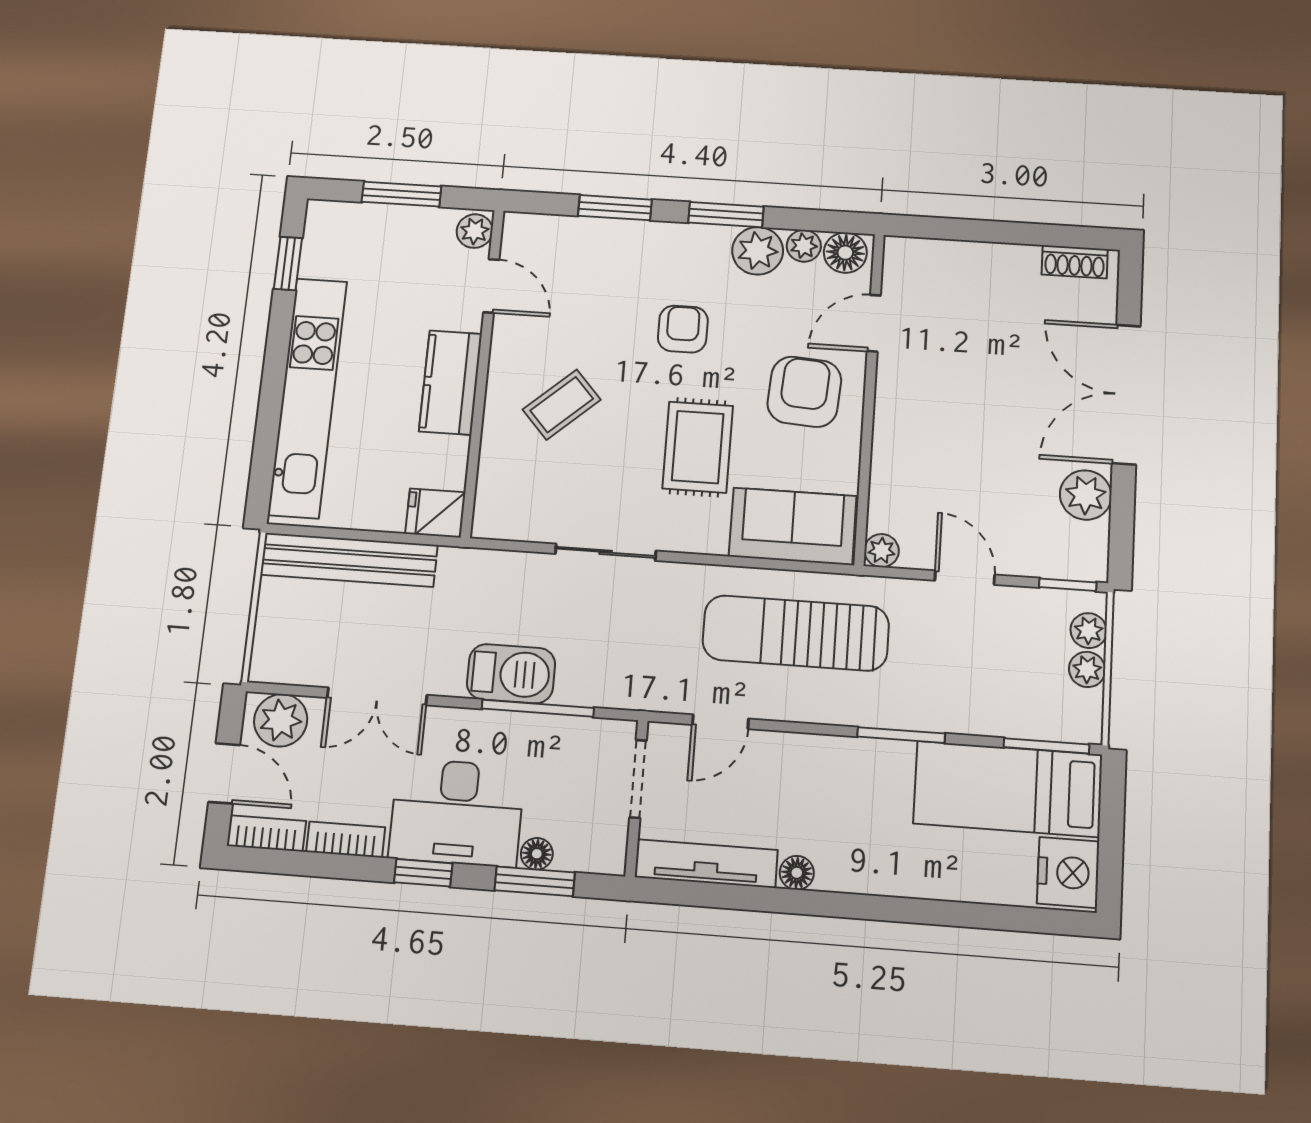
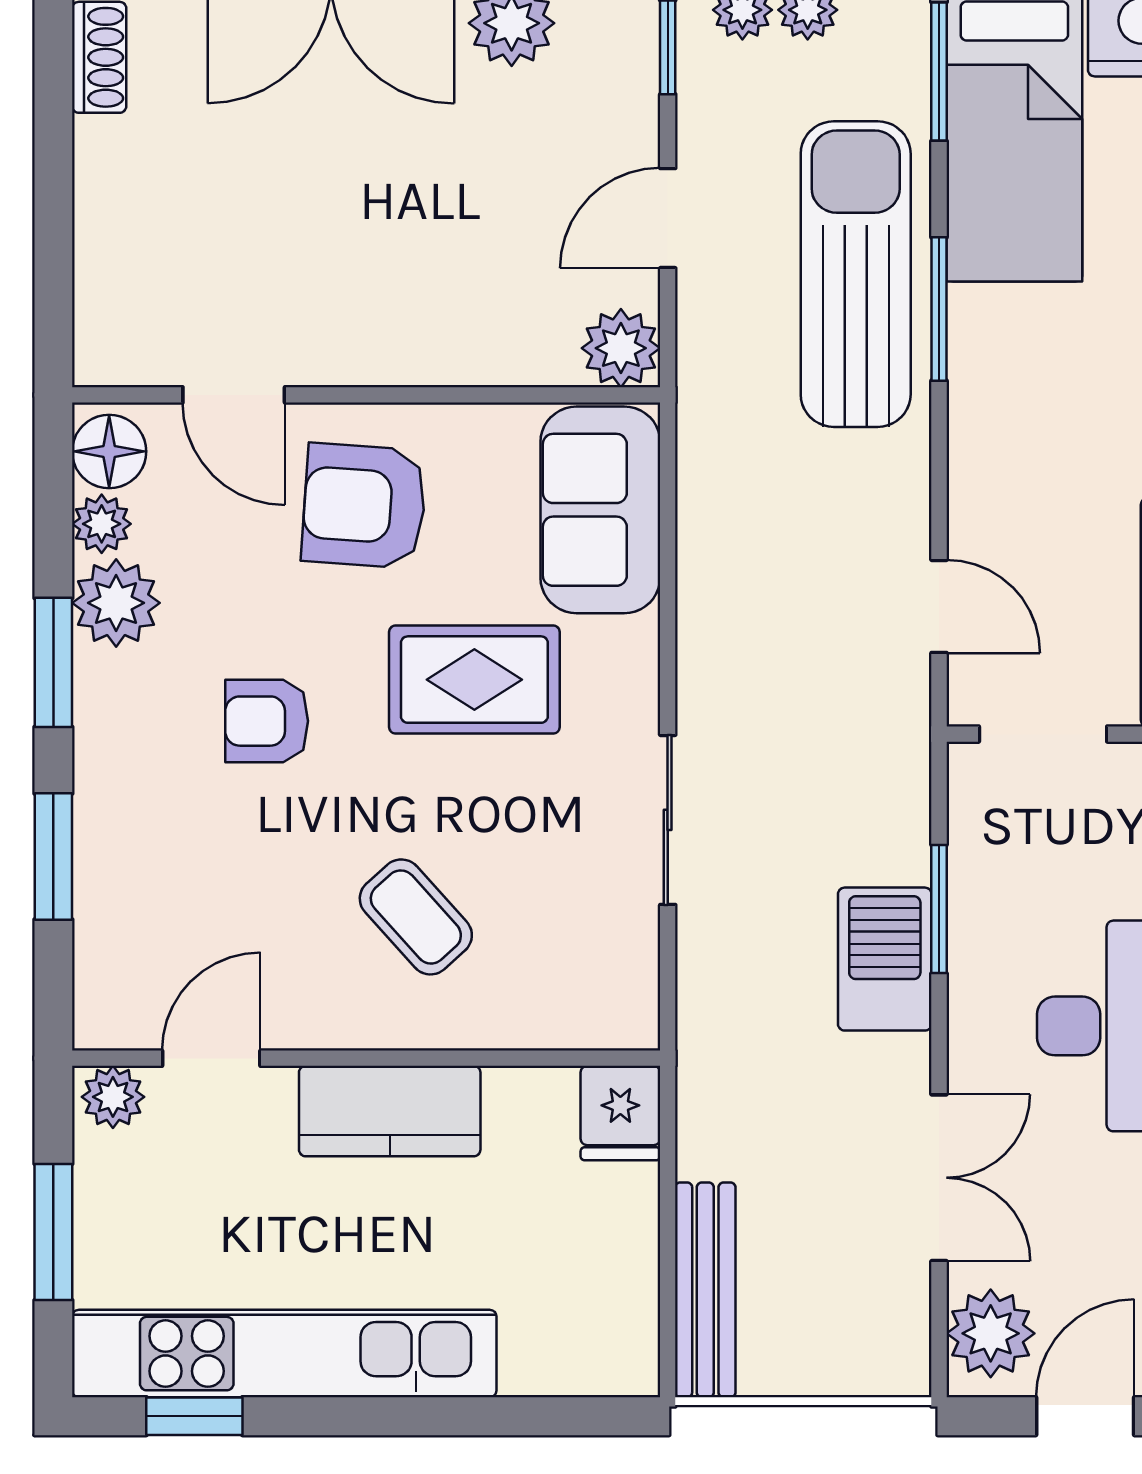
kitchen unit: (308, 397) -> (284, 1354), moved
plant: (882, 551) -> (621, 348), width x1.38, depth x1.38
bench: (349, 560) -> (705, 1290), width x0.73, depth x0.82
sun lounger: (796, 633) -> (856, 274), moved, turned 180
window: (538, 708) -> (939, 909), width x0.69

